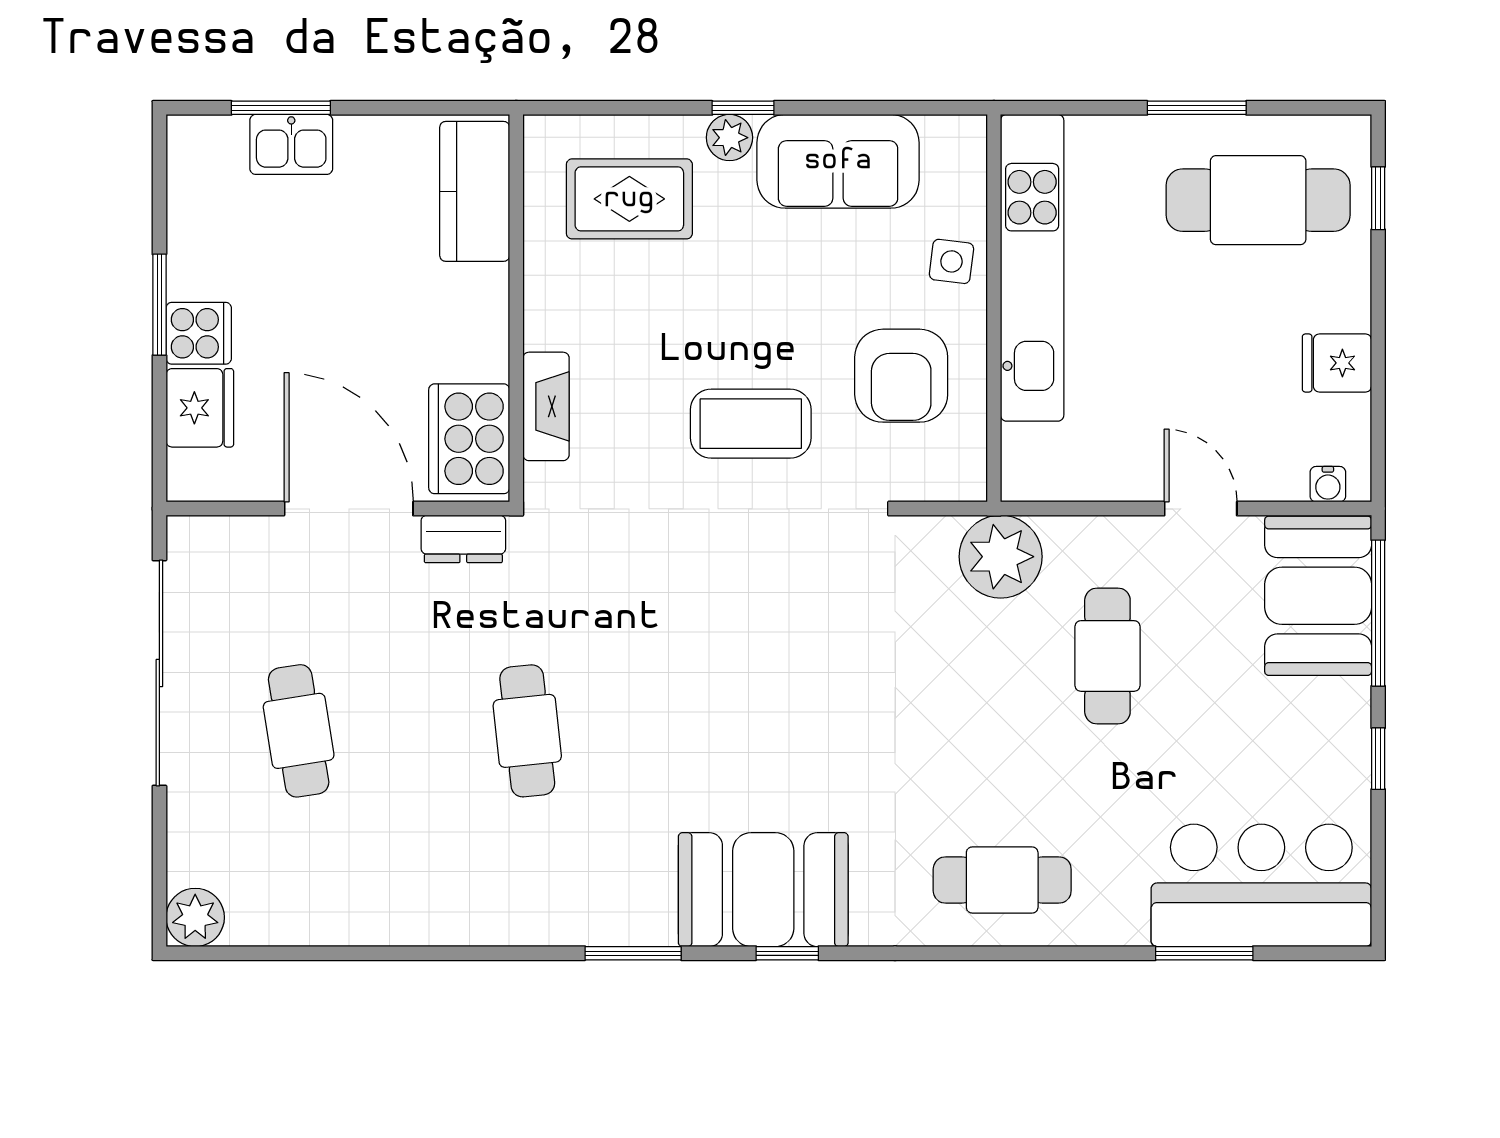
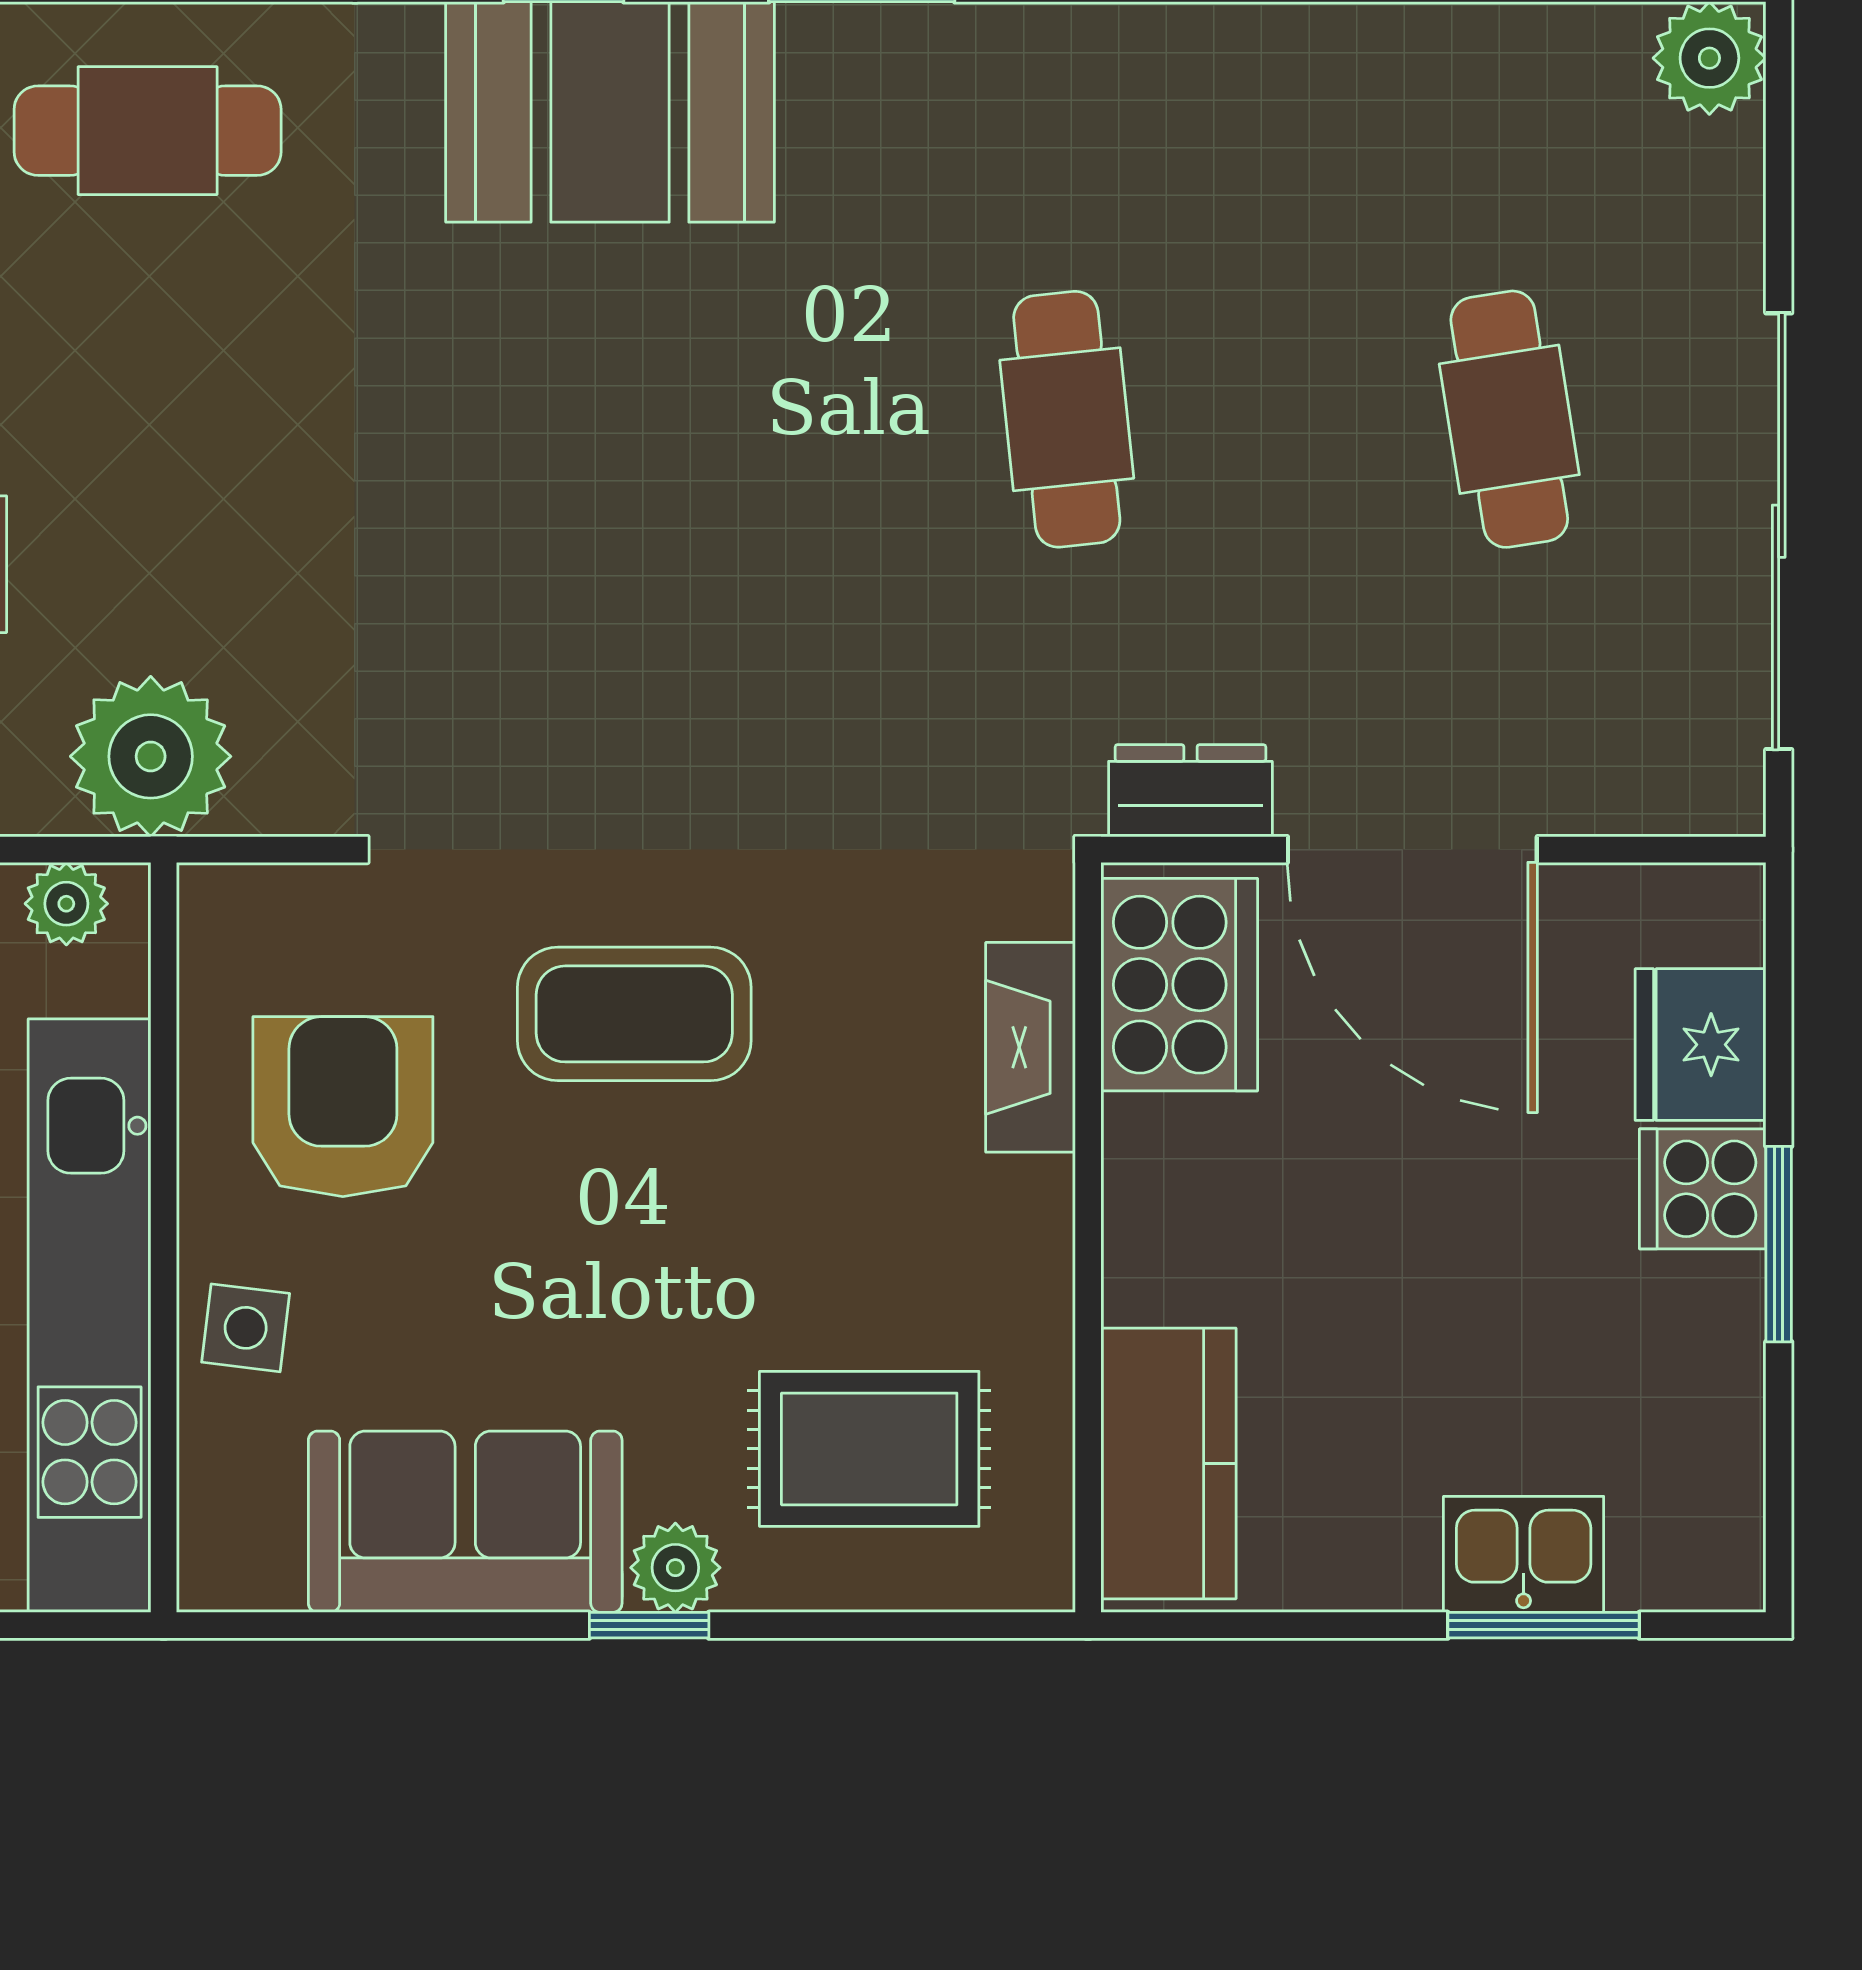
plant: (1044, 481) -> (66, 904), added

